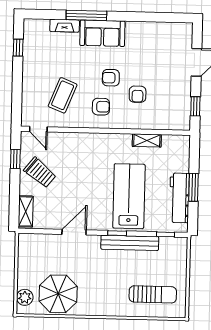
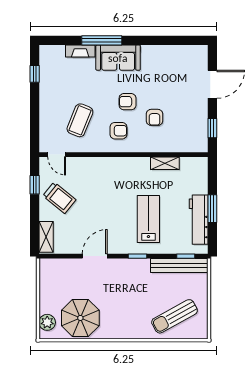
lab bench: (129, 196) -> (148, 219), width x0.73, depth x0.72
bench: (130, 243) -> (179, 266), moved
sun lounger: (153, 294) -> (175, 316), turned 151

